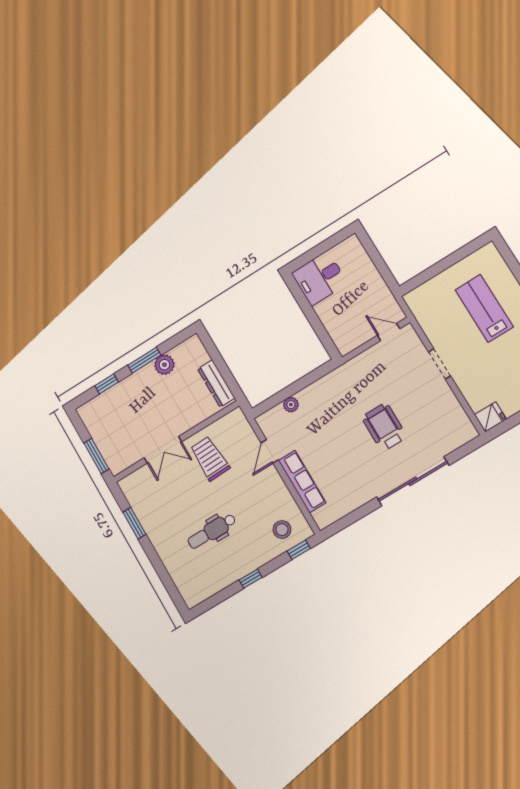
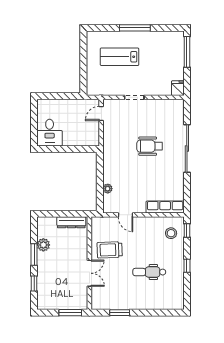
row of seats: (302, 482) -> (165, 207), moved
dental chair: (212, 531) -> (149, 272), turned 90

